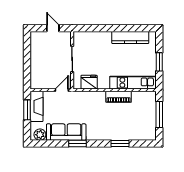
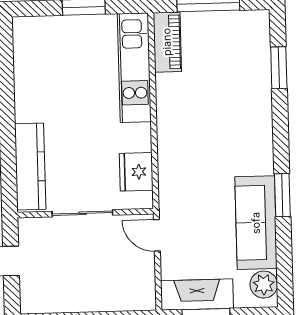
kitchen counter: (130, 37) -> (30, 166), moved
piano: (119, 97) -> (167, 42), moved
window: (120, 144) -> (279, 68), moved

